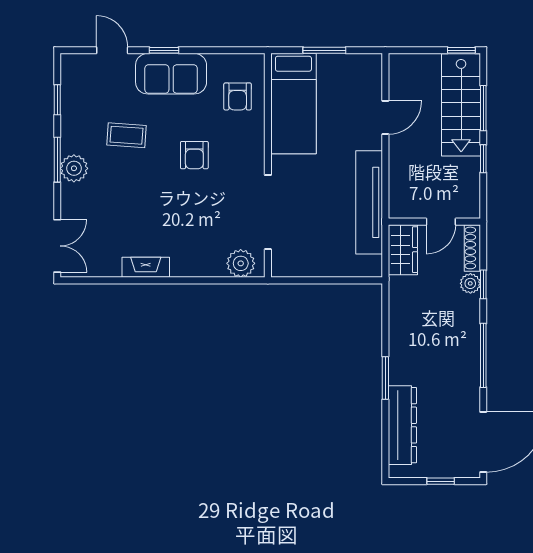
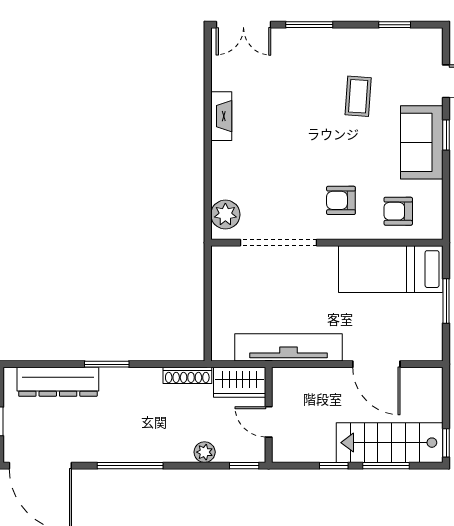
door: (385, 117) -> (376, 364), width x1.38
armchair: (194, 155) -> (341, 200), moved
window: (57, 160) -> (309, 25), moved
plant: (74, 168) -> (324, 42), removed
shoe rack: (472, 248) -> (187, 375), moved, turned 180
window: (483, 284) -> (244, 466), moved

